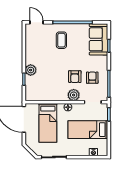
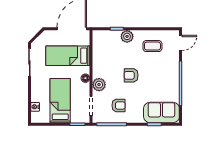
coffee table: (61, 40) -> (152, 46), moved
armchair: (75, 77) -> (131, 75), moved

